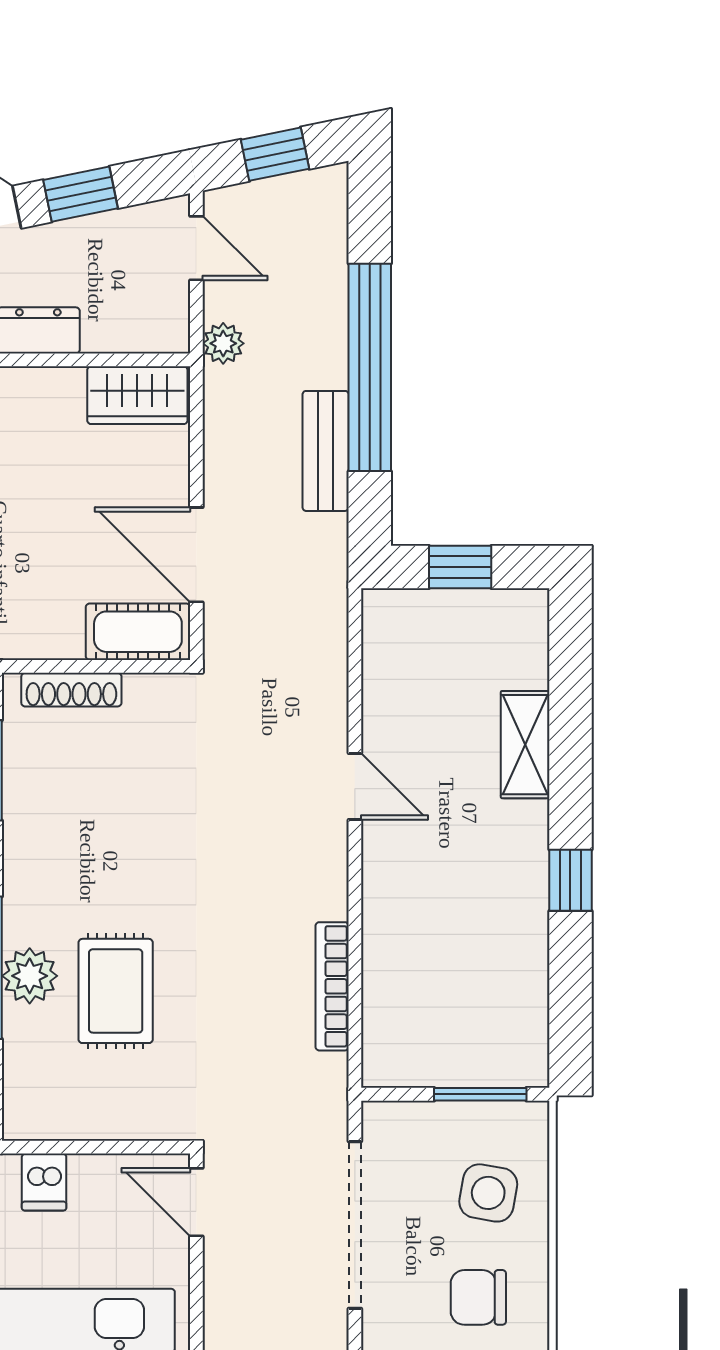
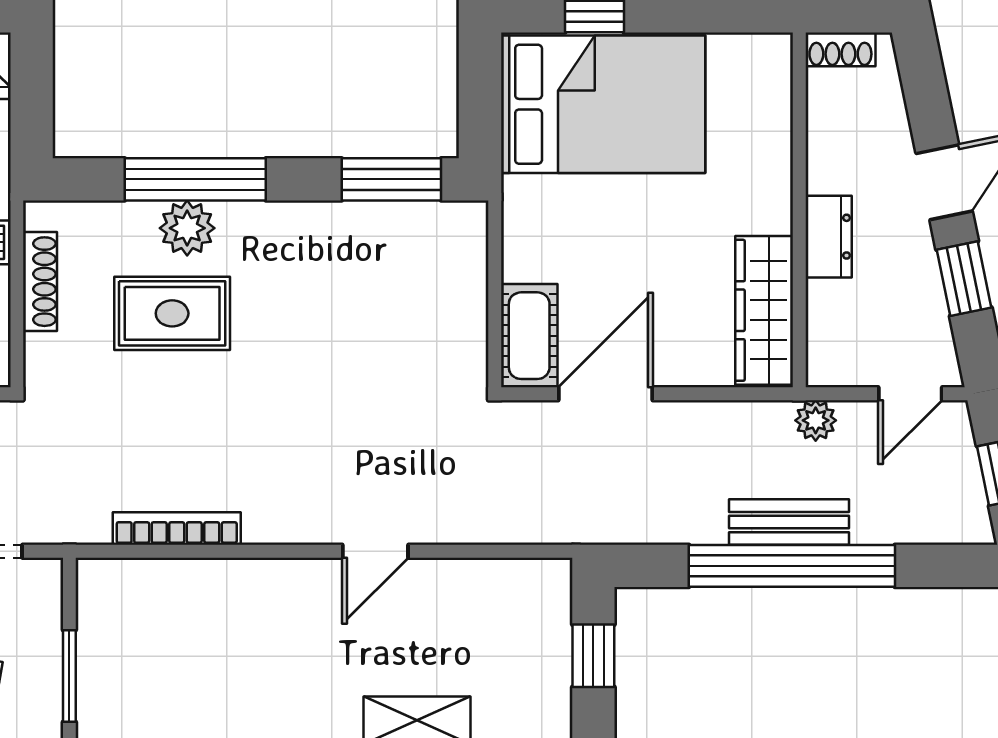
wardrobe: (137, 395) -> (764, 310), width x1.50
bench: (326, 451) -> (789, 522), moved
shoe rack: (71, 690) -> (40, 282), moved, turned 180

